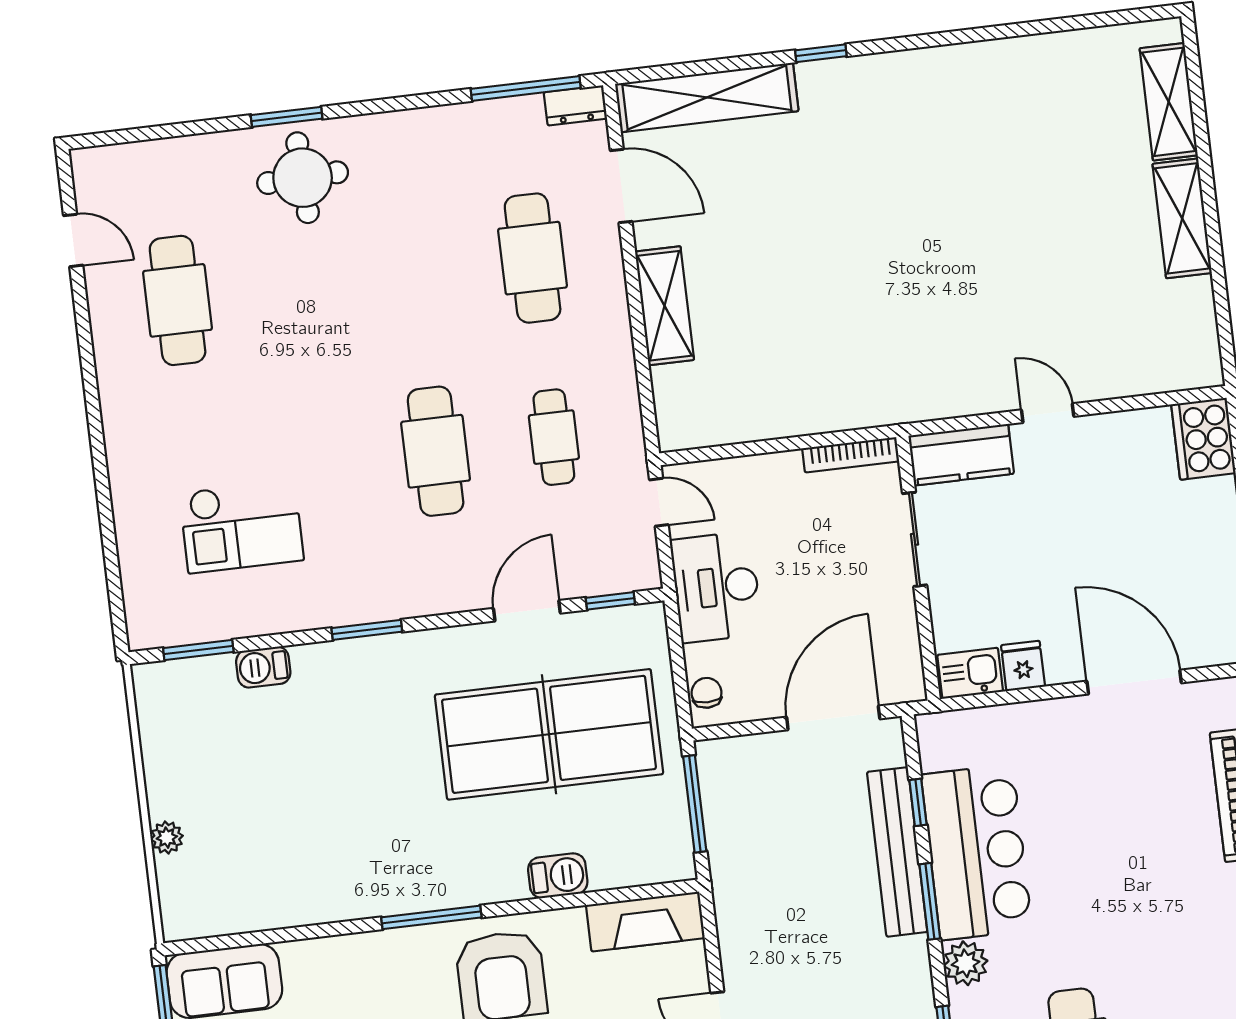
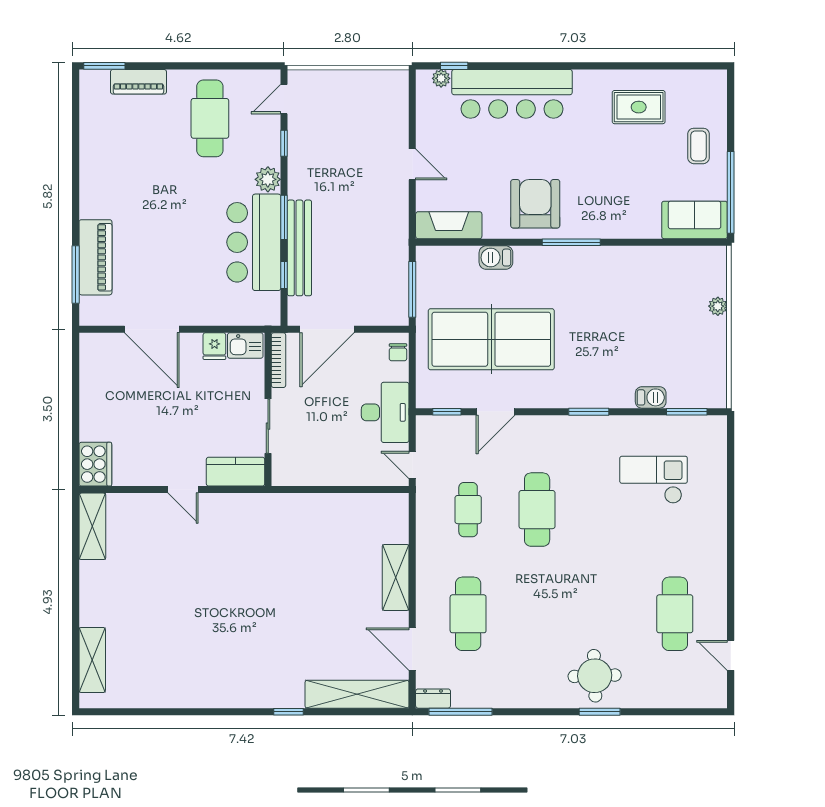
shelving: (1182, 218) -> (92, 526), moved
bookcase: (851, 455) -> (278, 360), moved, turned 90

